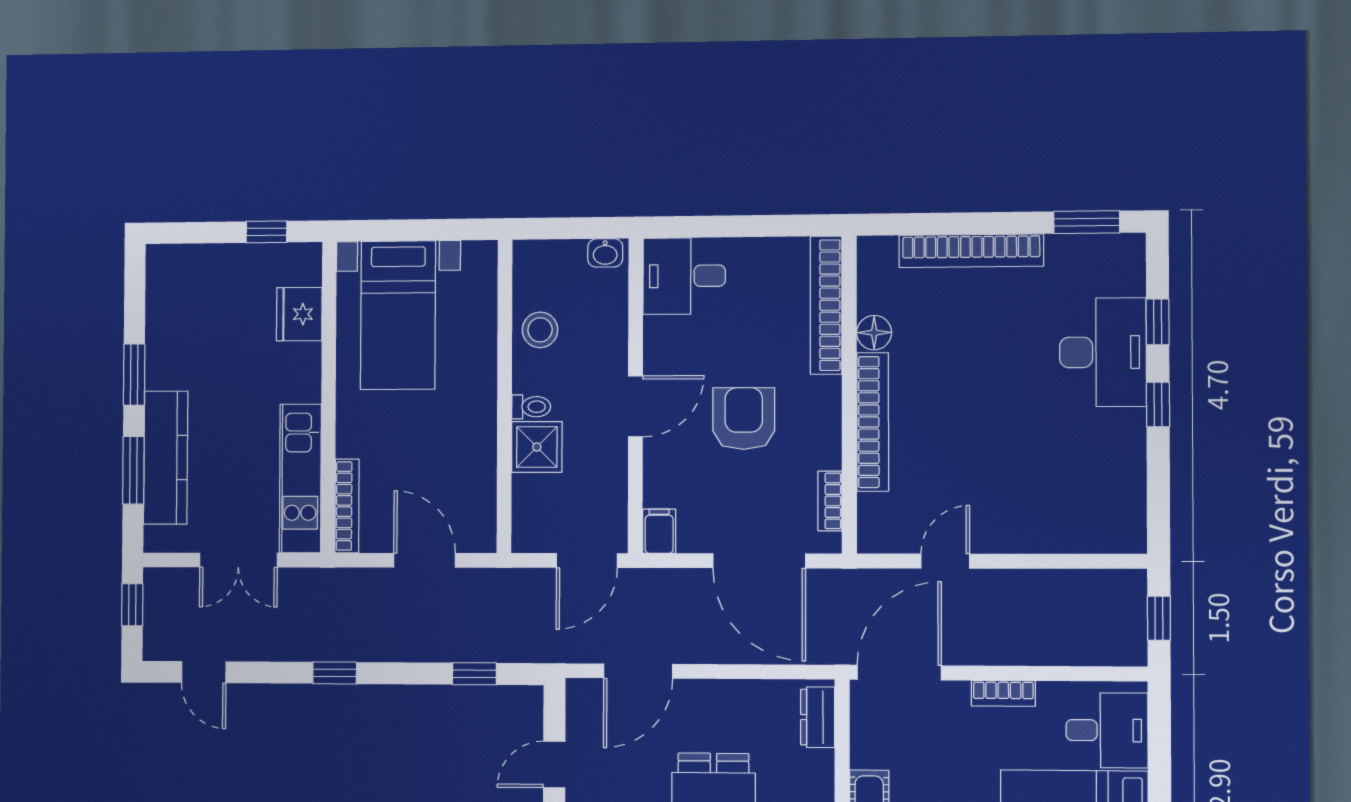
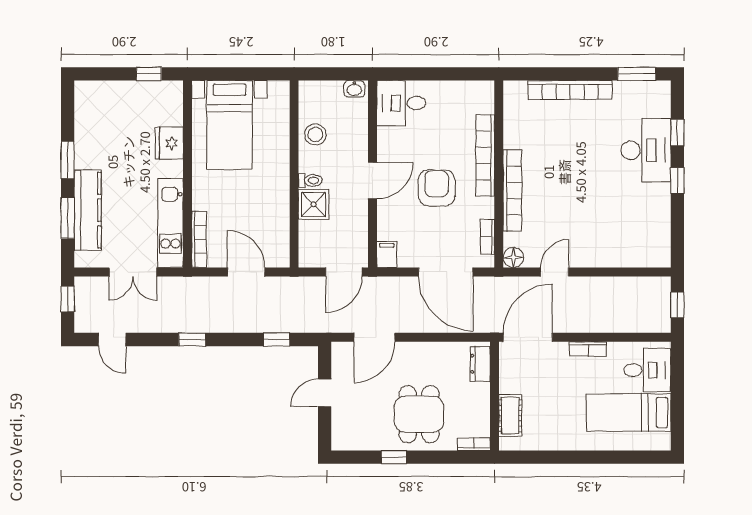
bookcase: (826, 305) -> (485, 155), moved
fridge: (299, 314) -> (169, 143), moved
floor lamp: (874, 333) -> (513, 257), moved

